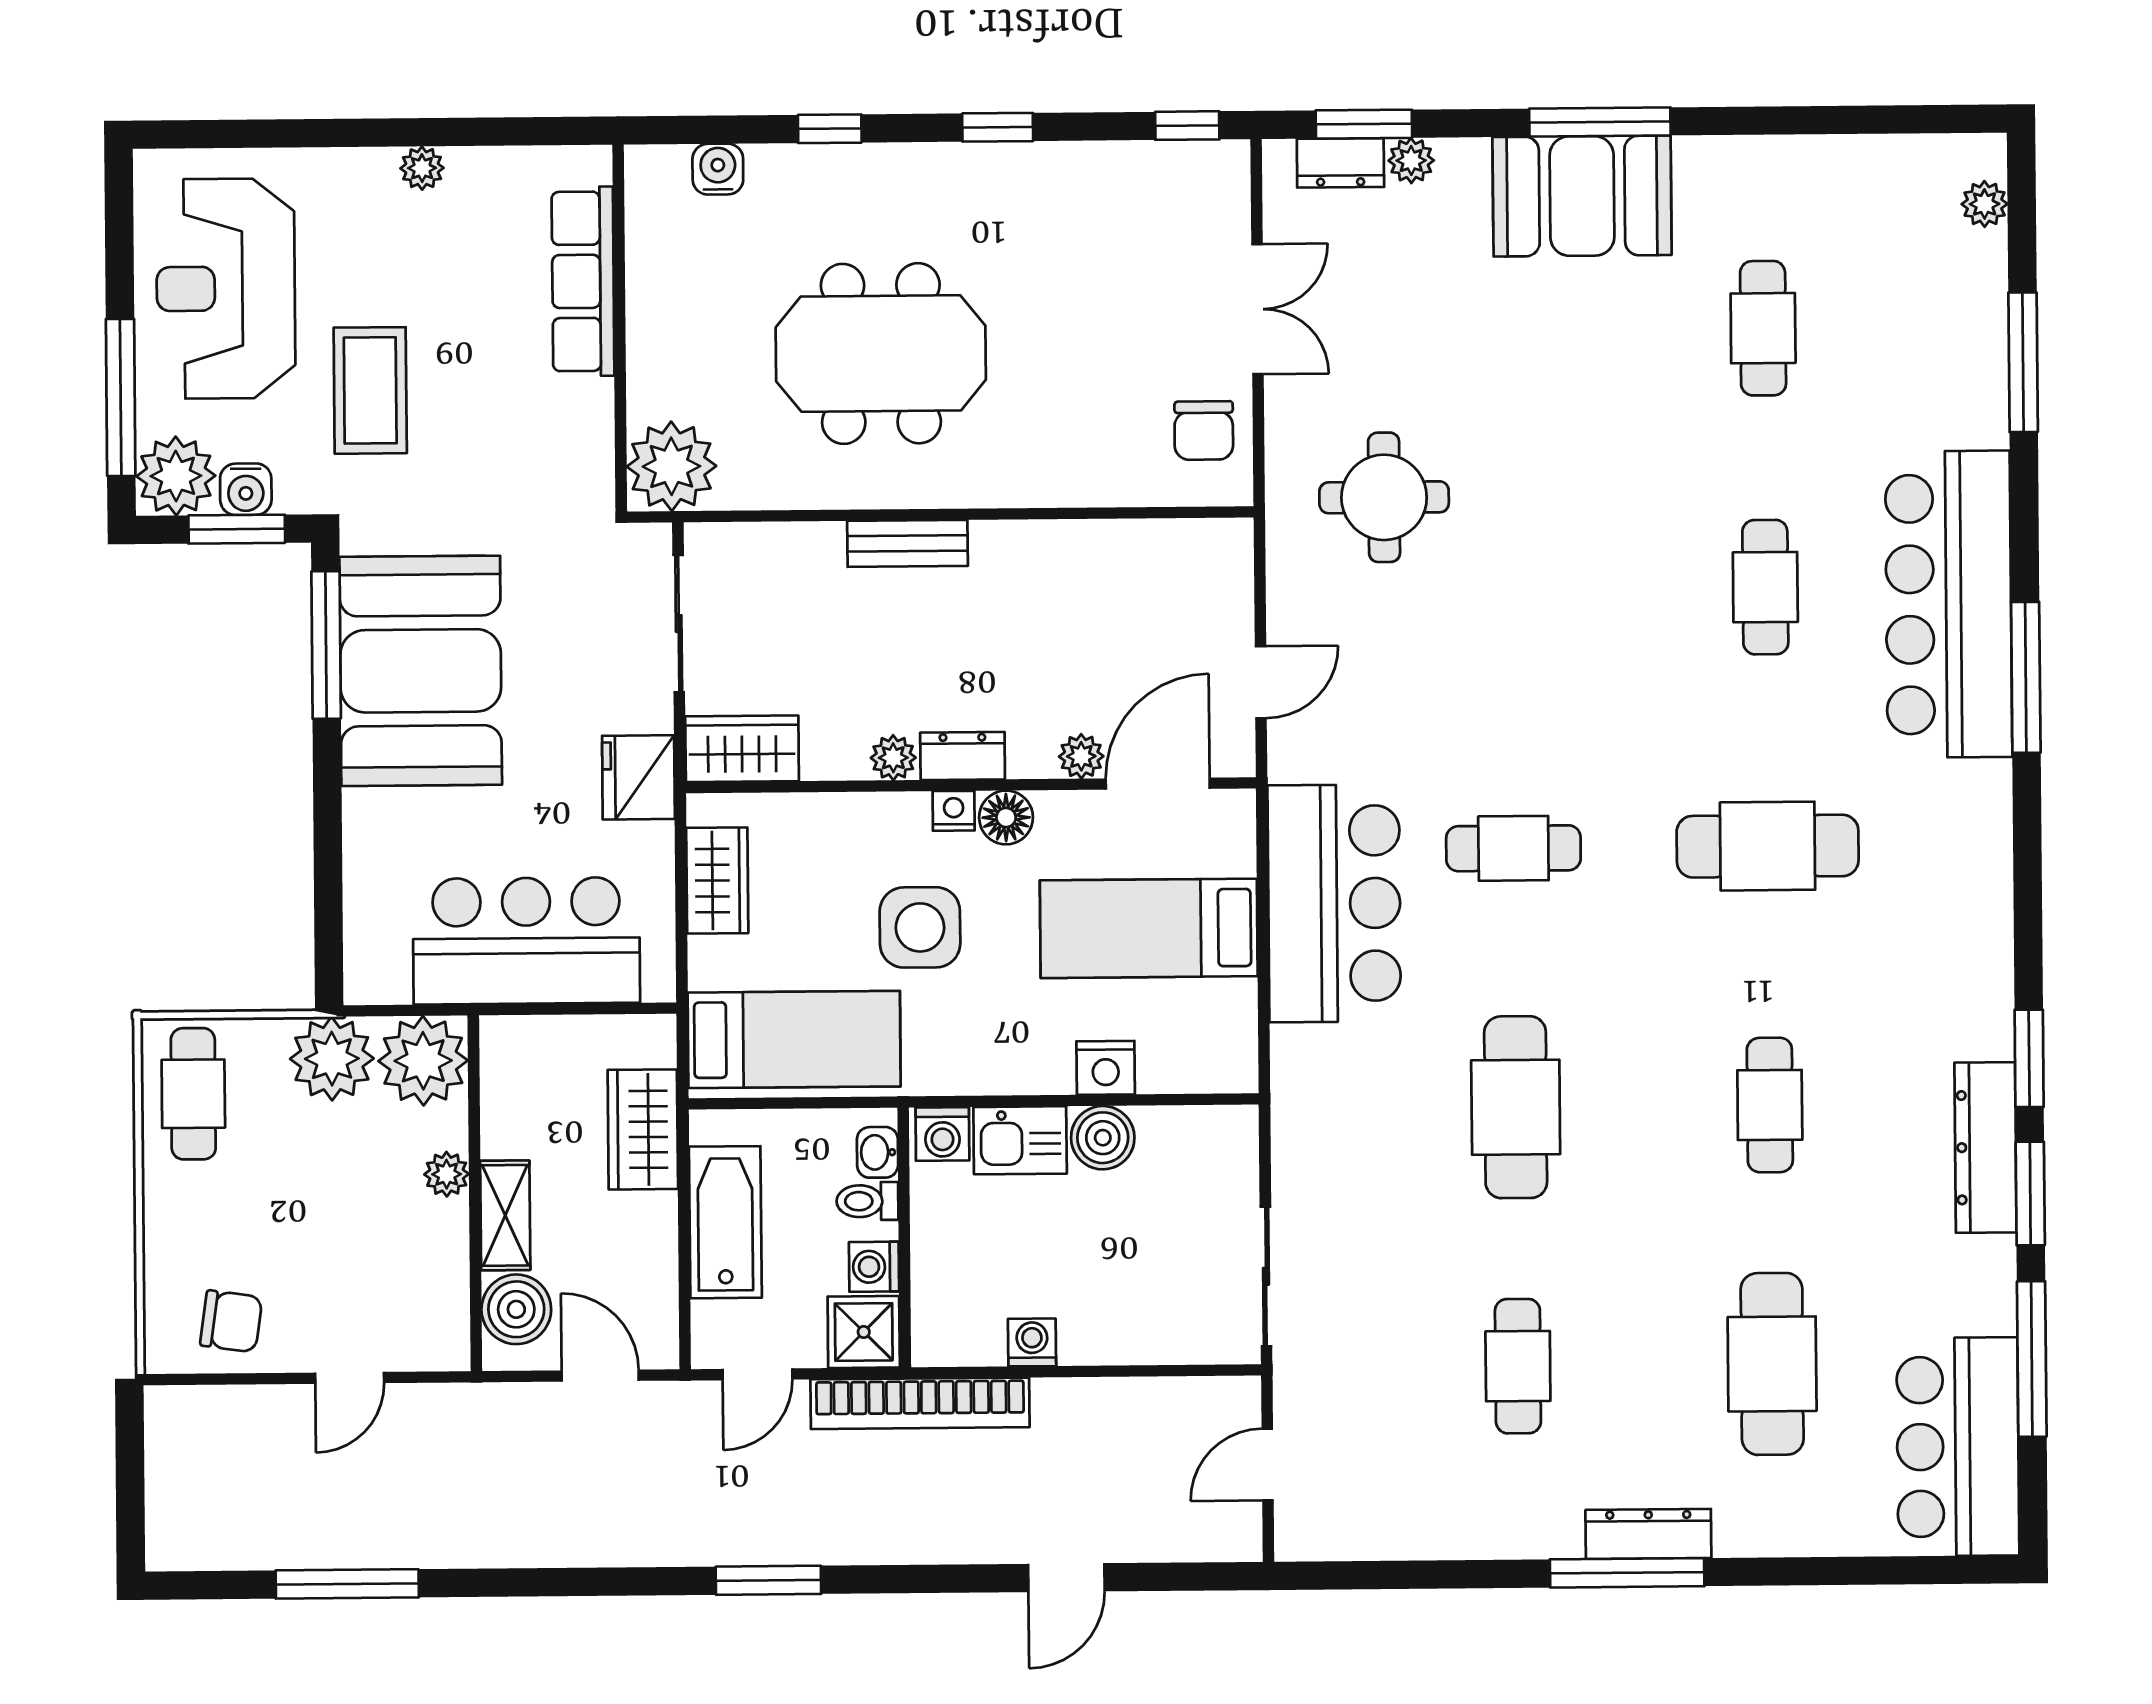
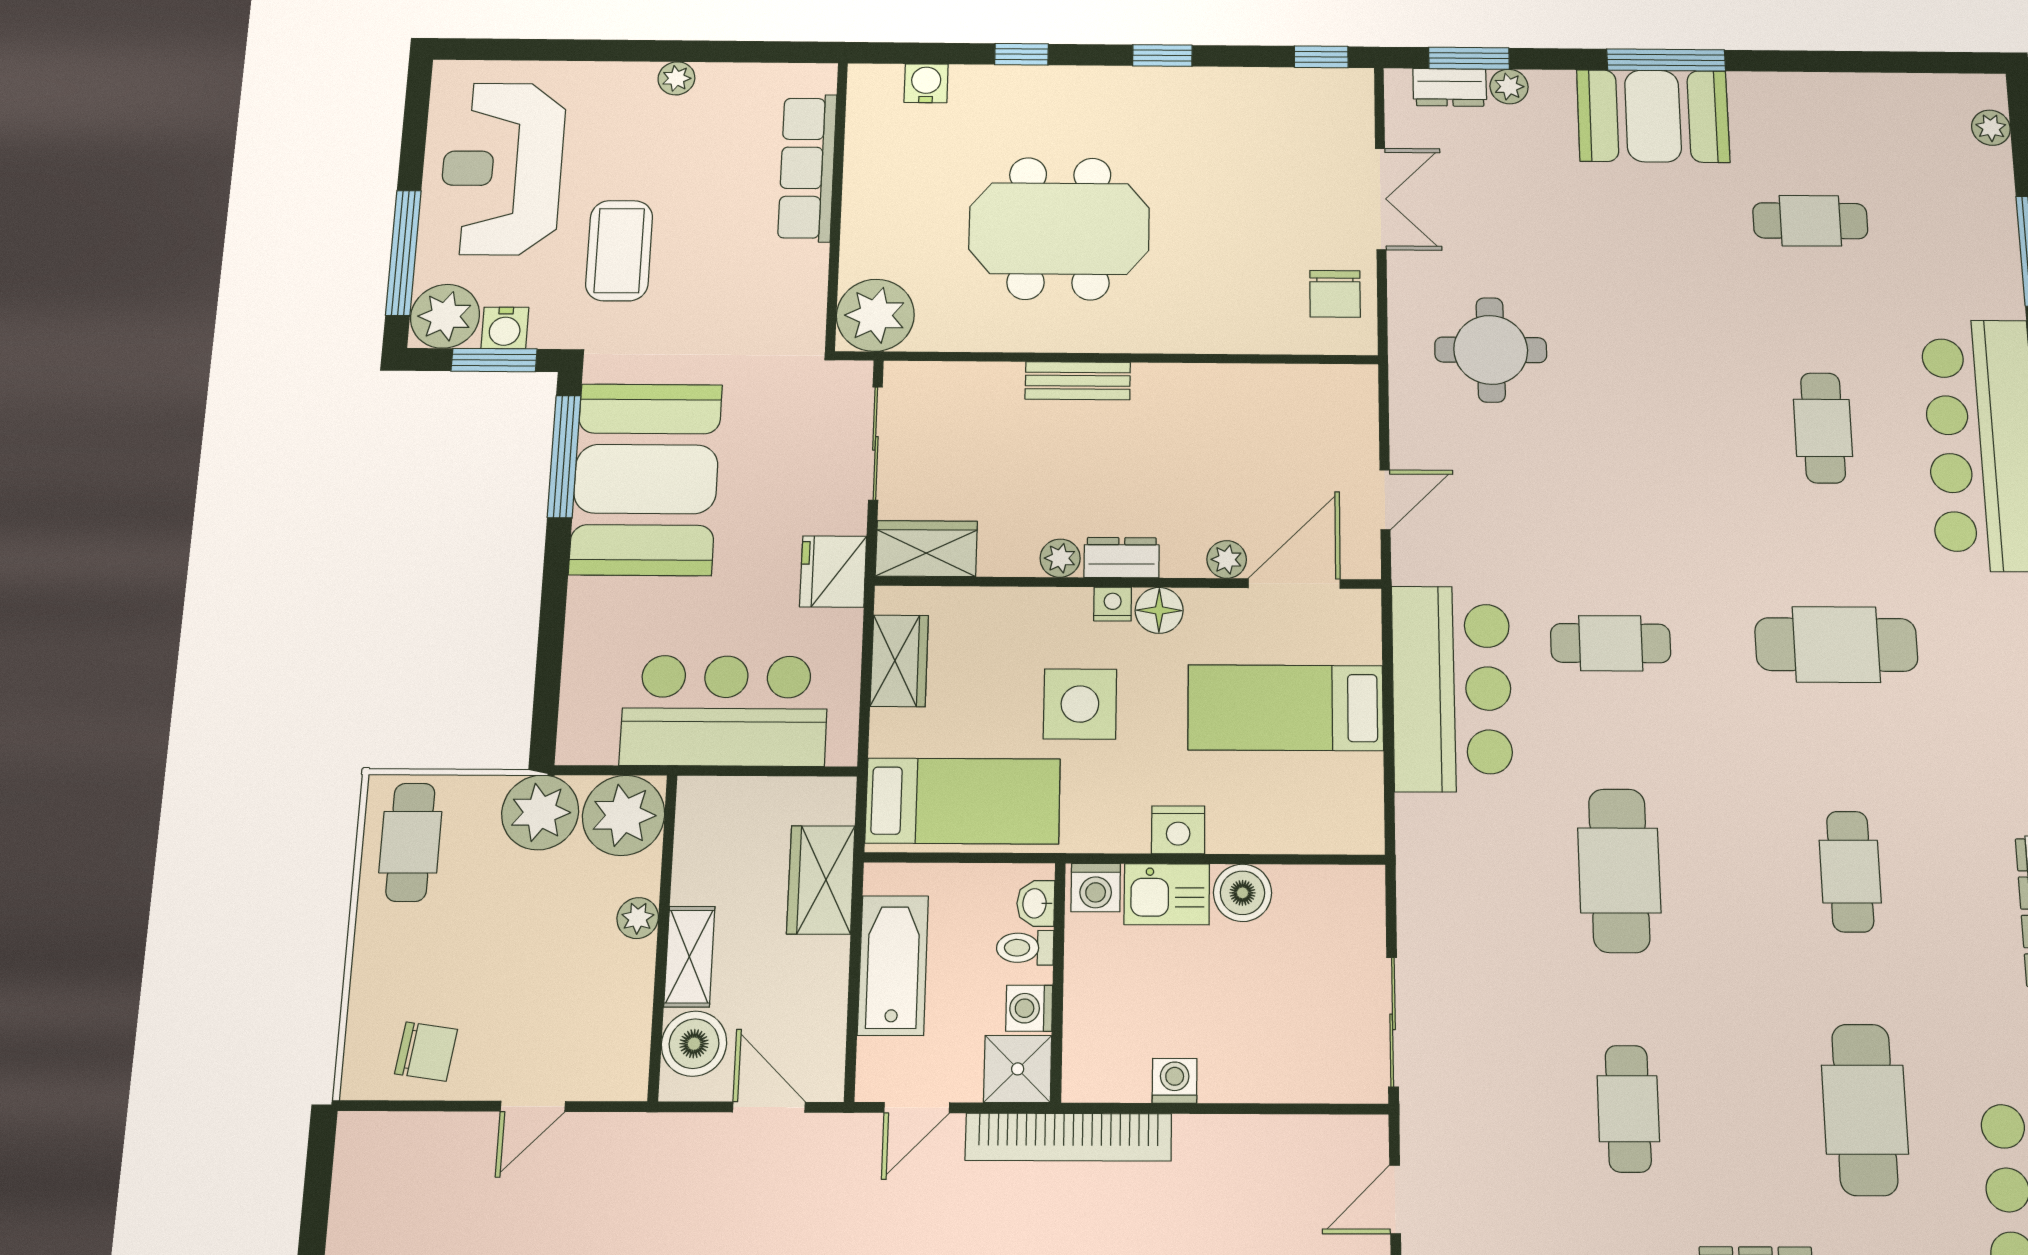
cafe table: (1763, 328) -> (1810, 221), turned 90
nightstand: (1106, 1068) -> (1178, 830), moved

